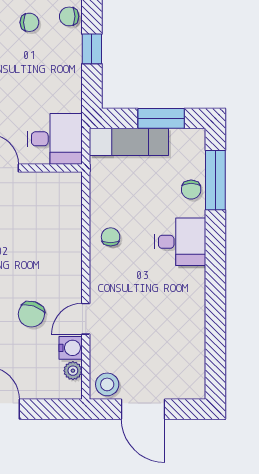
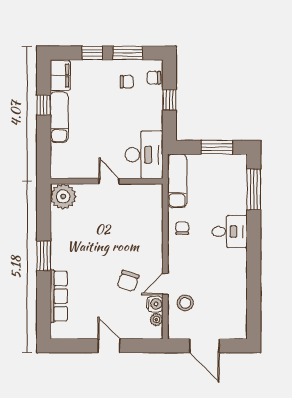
desk: (55, 139) -> (144, 155), width x1.37
exam couch: (129, 142) -> (177, 181), moved, turned -90
chair: (191, 190) -> (237, 196), removed
stool: (107, 384) -> (185, 303), moved

